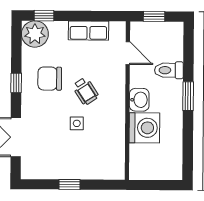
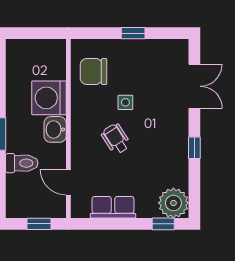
chair: (50, 79) -> (94, 72), moved, turned 180

